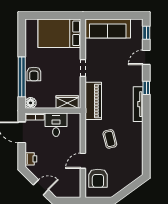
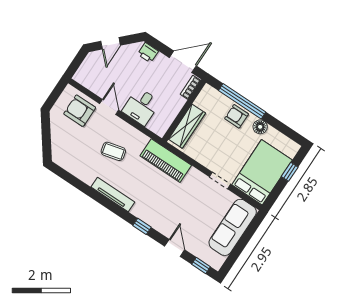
window: (47, 16) -> (290, 172), added
doorway: (83, 68) -> (220, 181), moved
wardrobe: (67, 102) -> (187, 126), width x1.50
floor lamp: (31, 103) -> (260, 127), moved
tv unit: (138, 104) -> (113, 195), moved
desk: (56, 125) -> (141, 107), moved, turned 90

